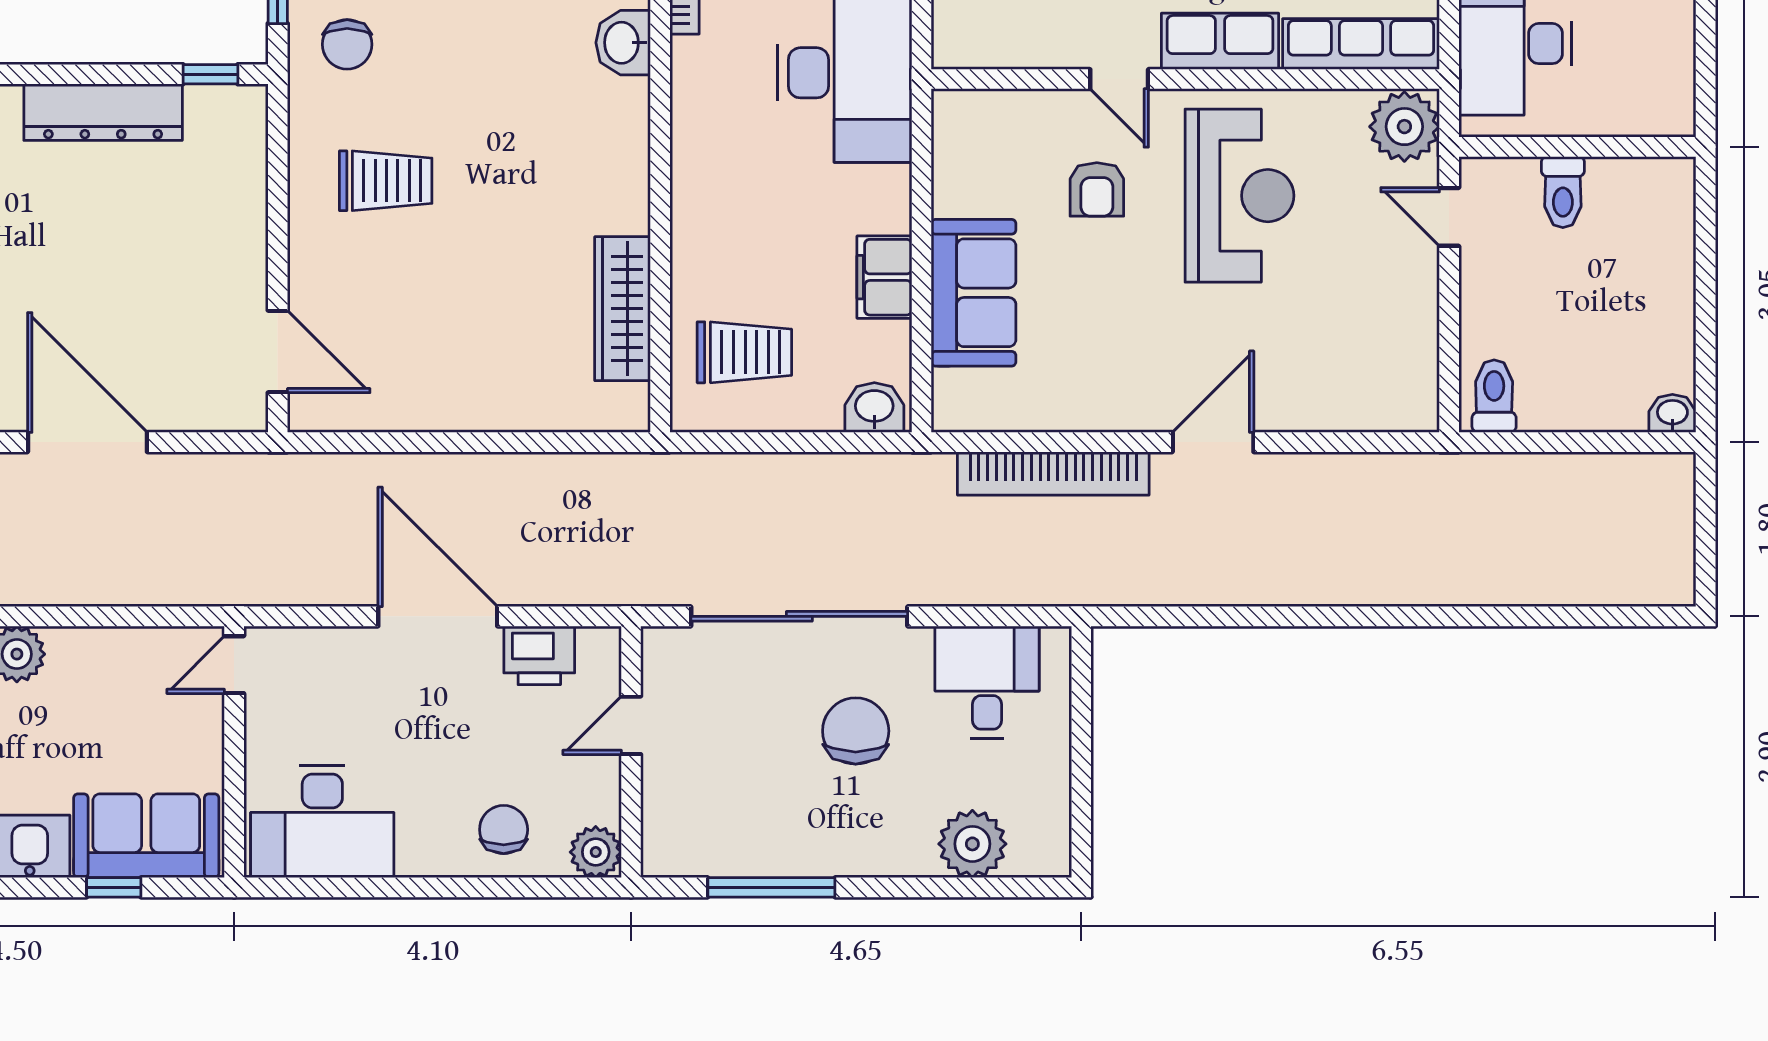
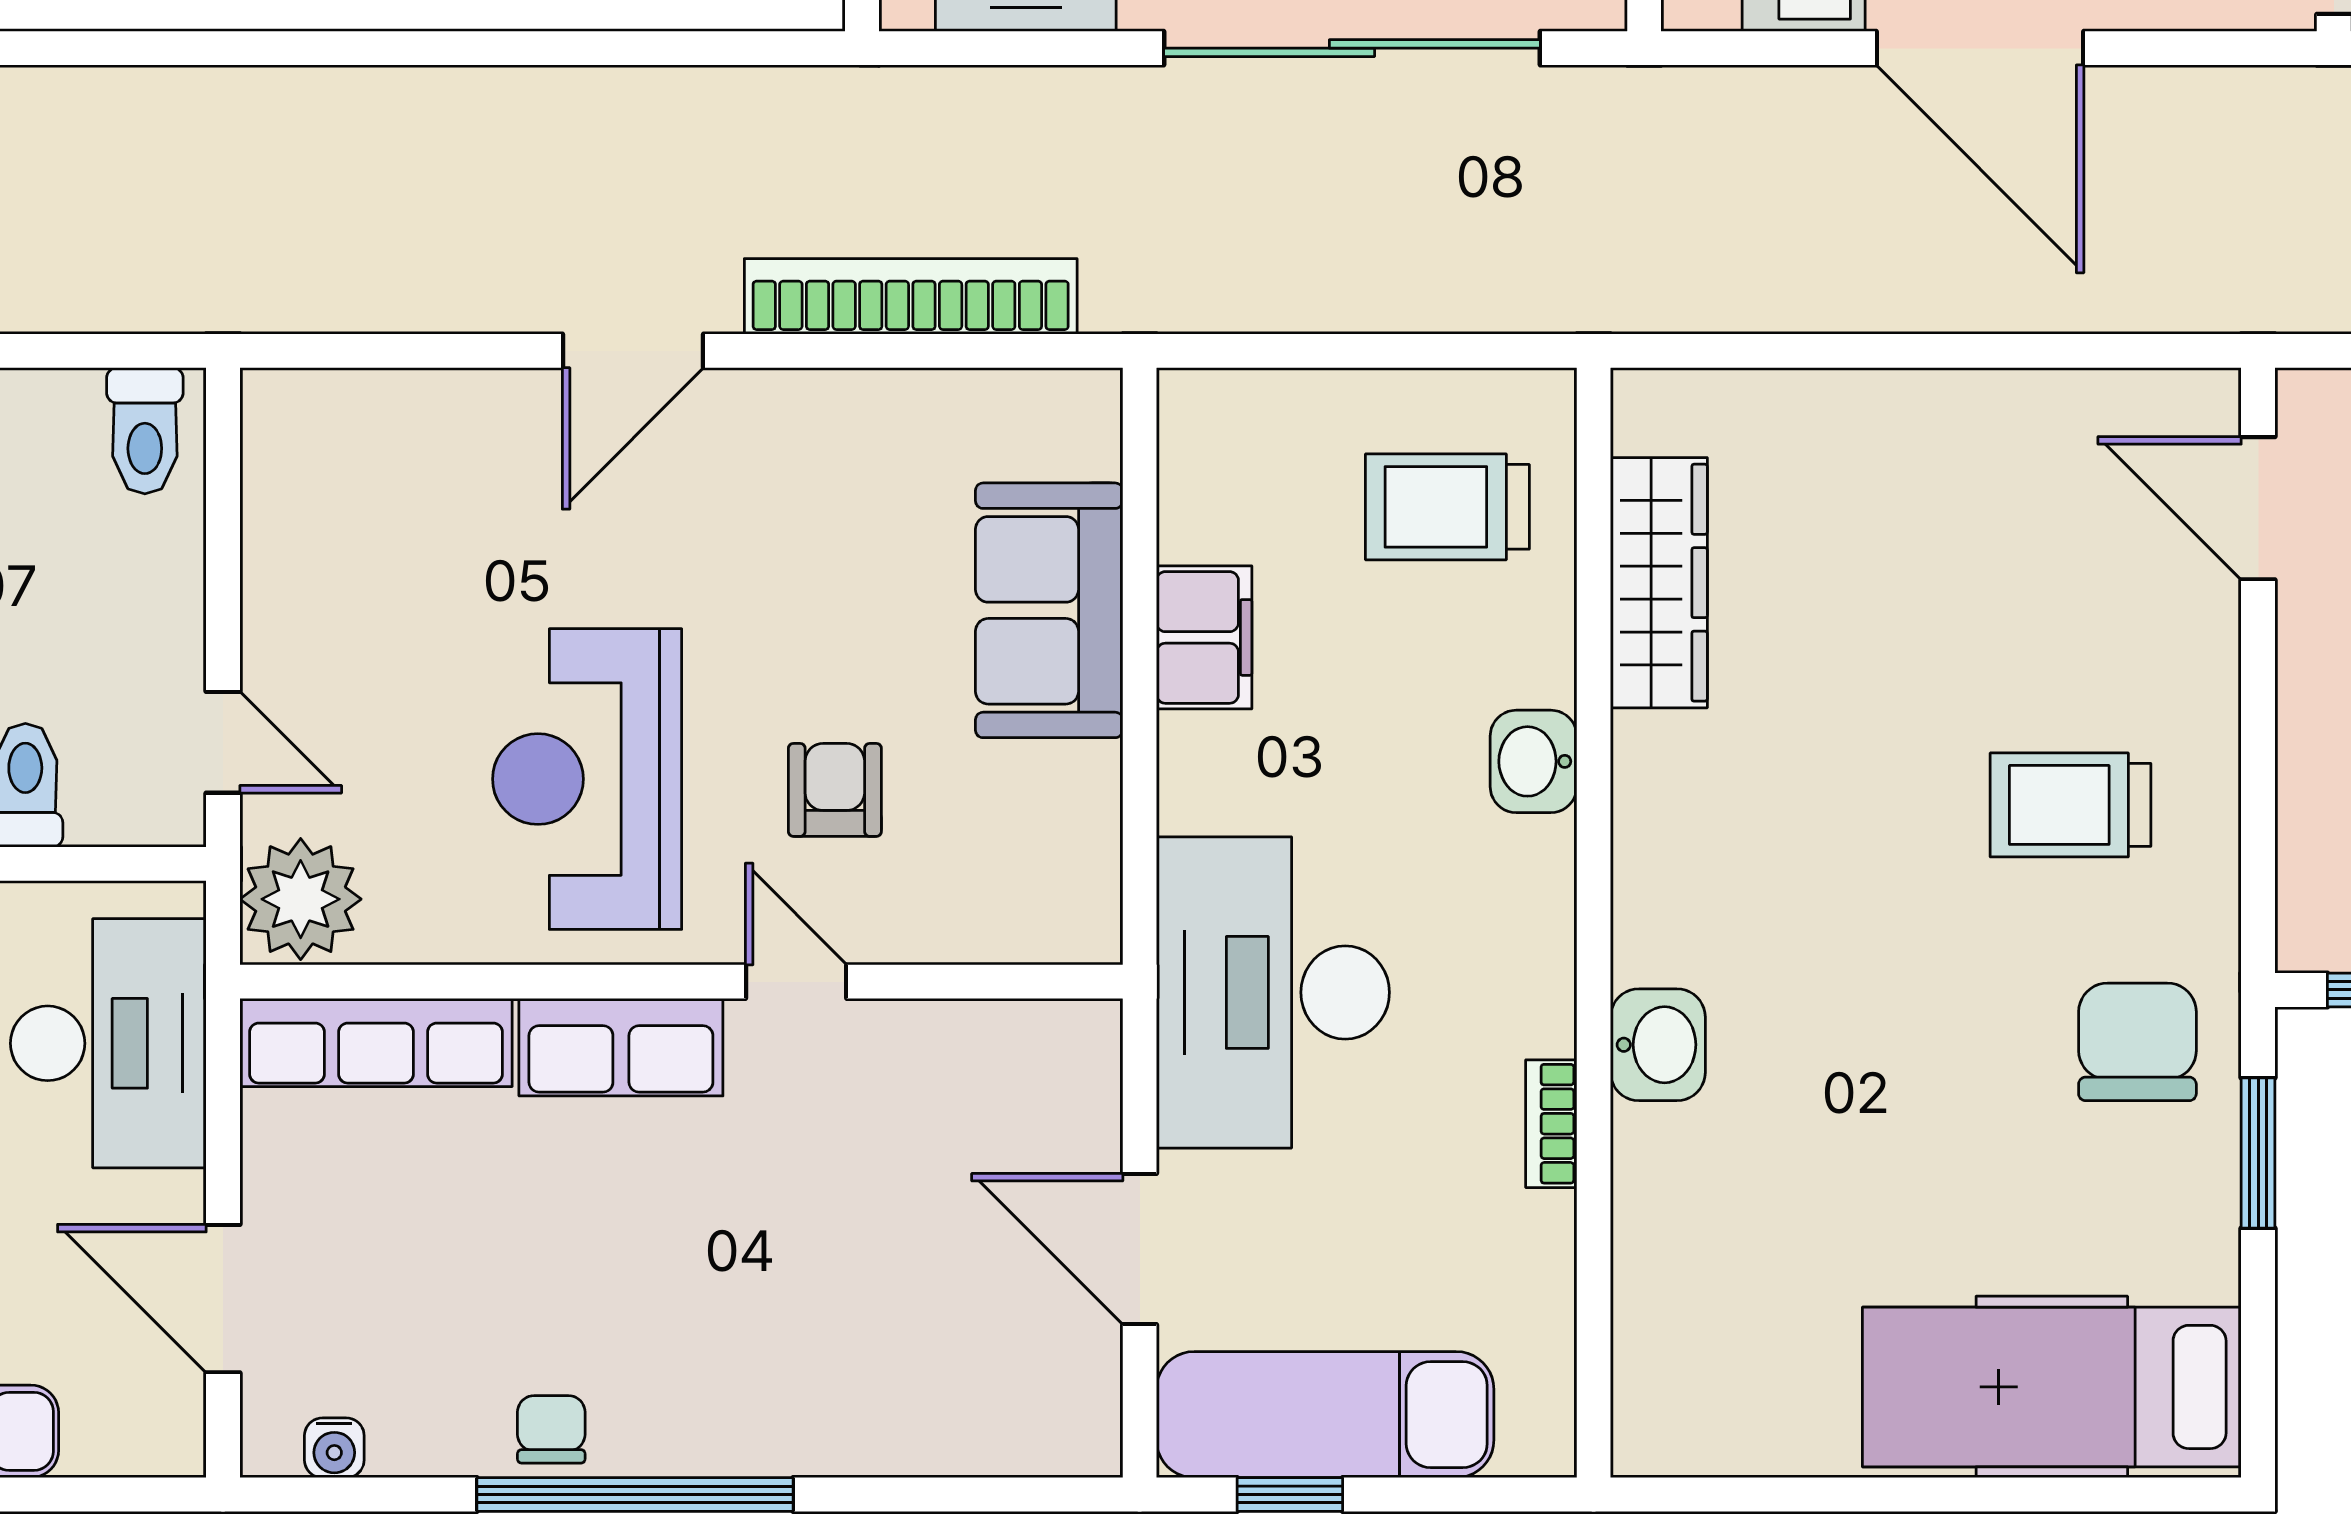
chair: (347, 44) -> (2137, 1042), width x1.37, depth x1.37
washbasin: (874, 407) -> (1534, 761), moved, turned 90

